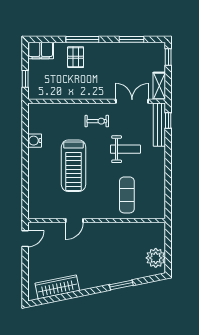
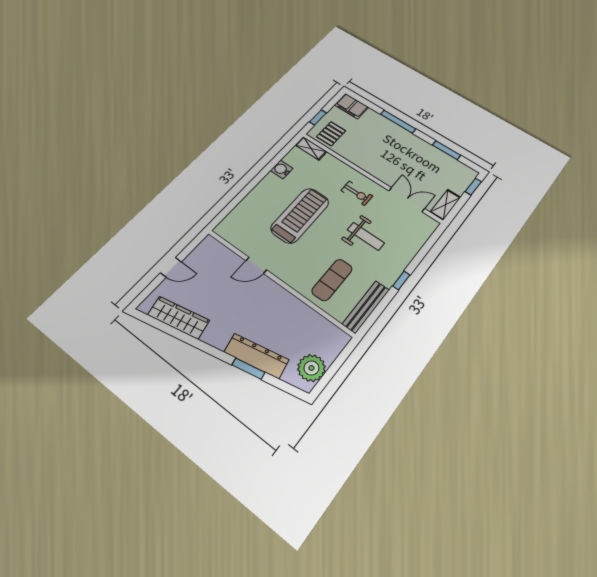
pallet: (76, 57) -> (331, 134), moved
shelving: (41, 109) -> (311, 148), added
window: (168, 121) -> (401, 280), moved
bench: (159, 125) -> (366, 307), moved
treadmill: (74, 166) -> (300, 215), turned 180
door: (25, 239) -> (171, 267), moved
dresser: (120, 275) -> (256, 356), added

